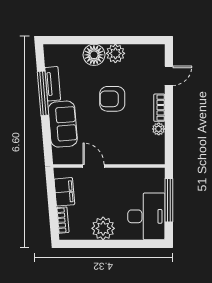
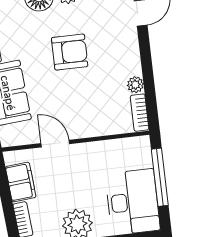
armchair: (112, 99) -> (70, 52), turned 180
bookcase: (159, 108) -> (140, 113), moved

